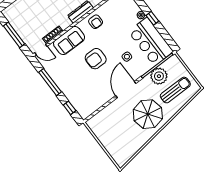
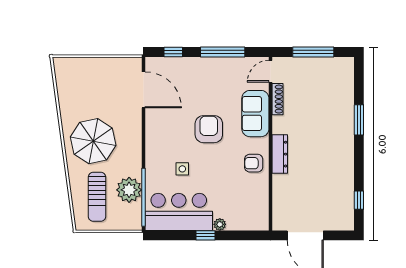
door: (126, 90) -> (143, 90), moved

